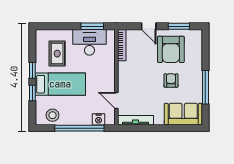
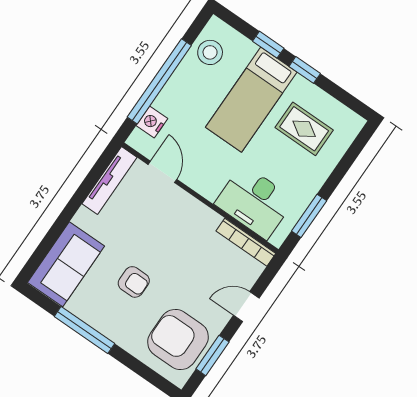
desk: (89, 42) -> (255, 202), moved, turned 90
armchair: (171, 49) -> (178, 339), moved
door: (116, 100) -> (162, 172), hinge flipped

